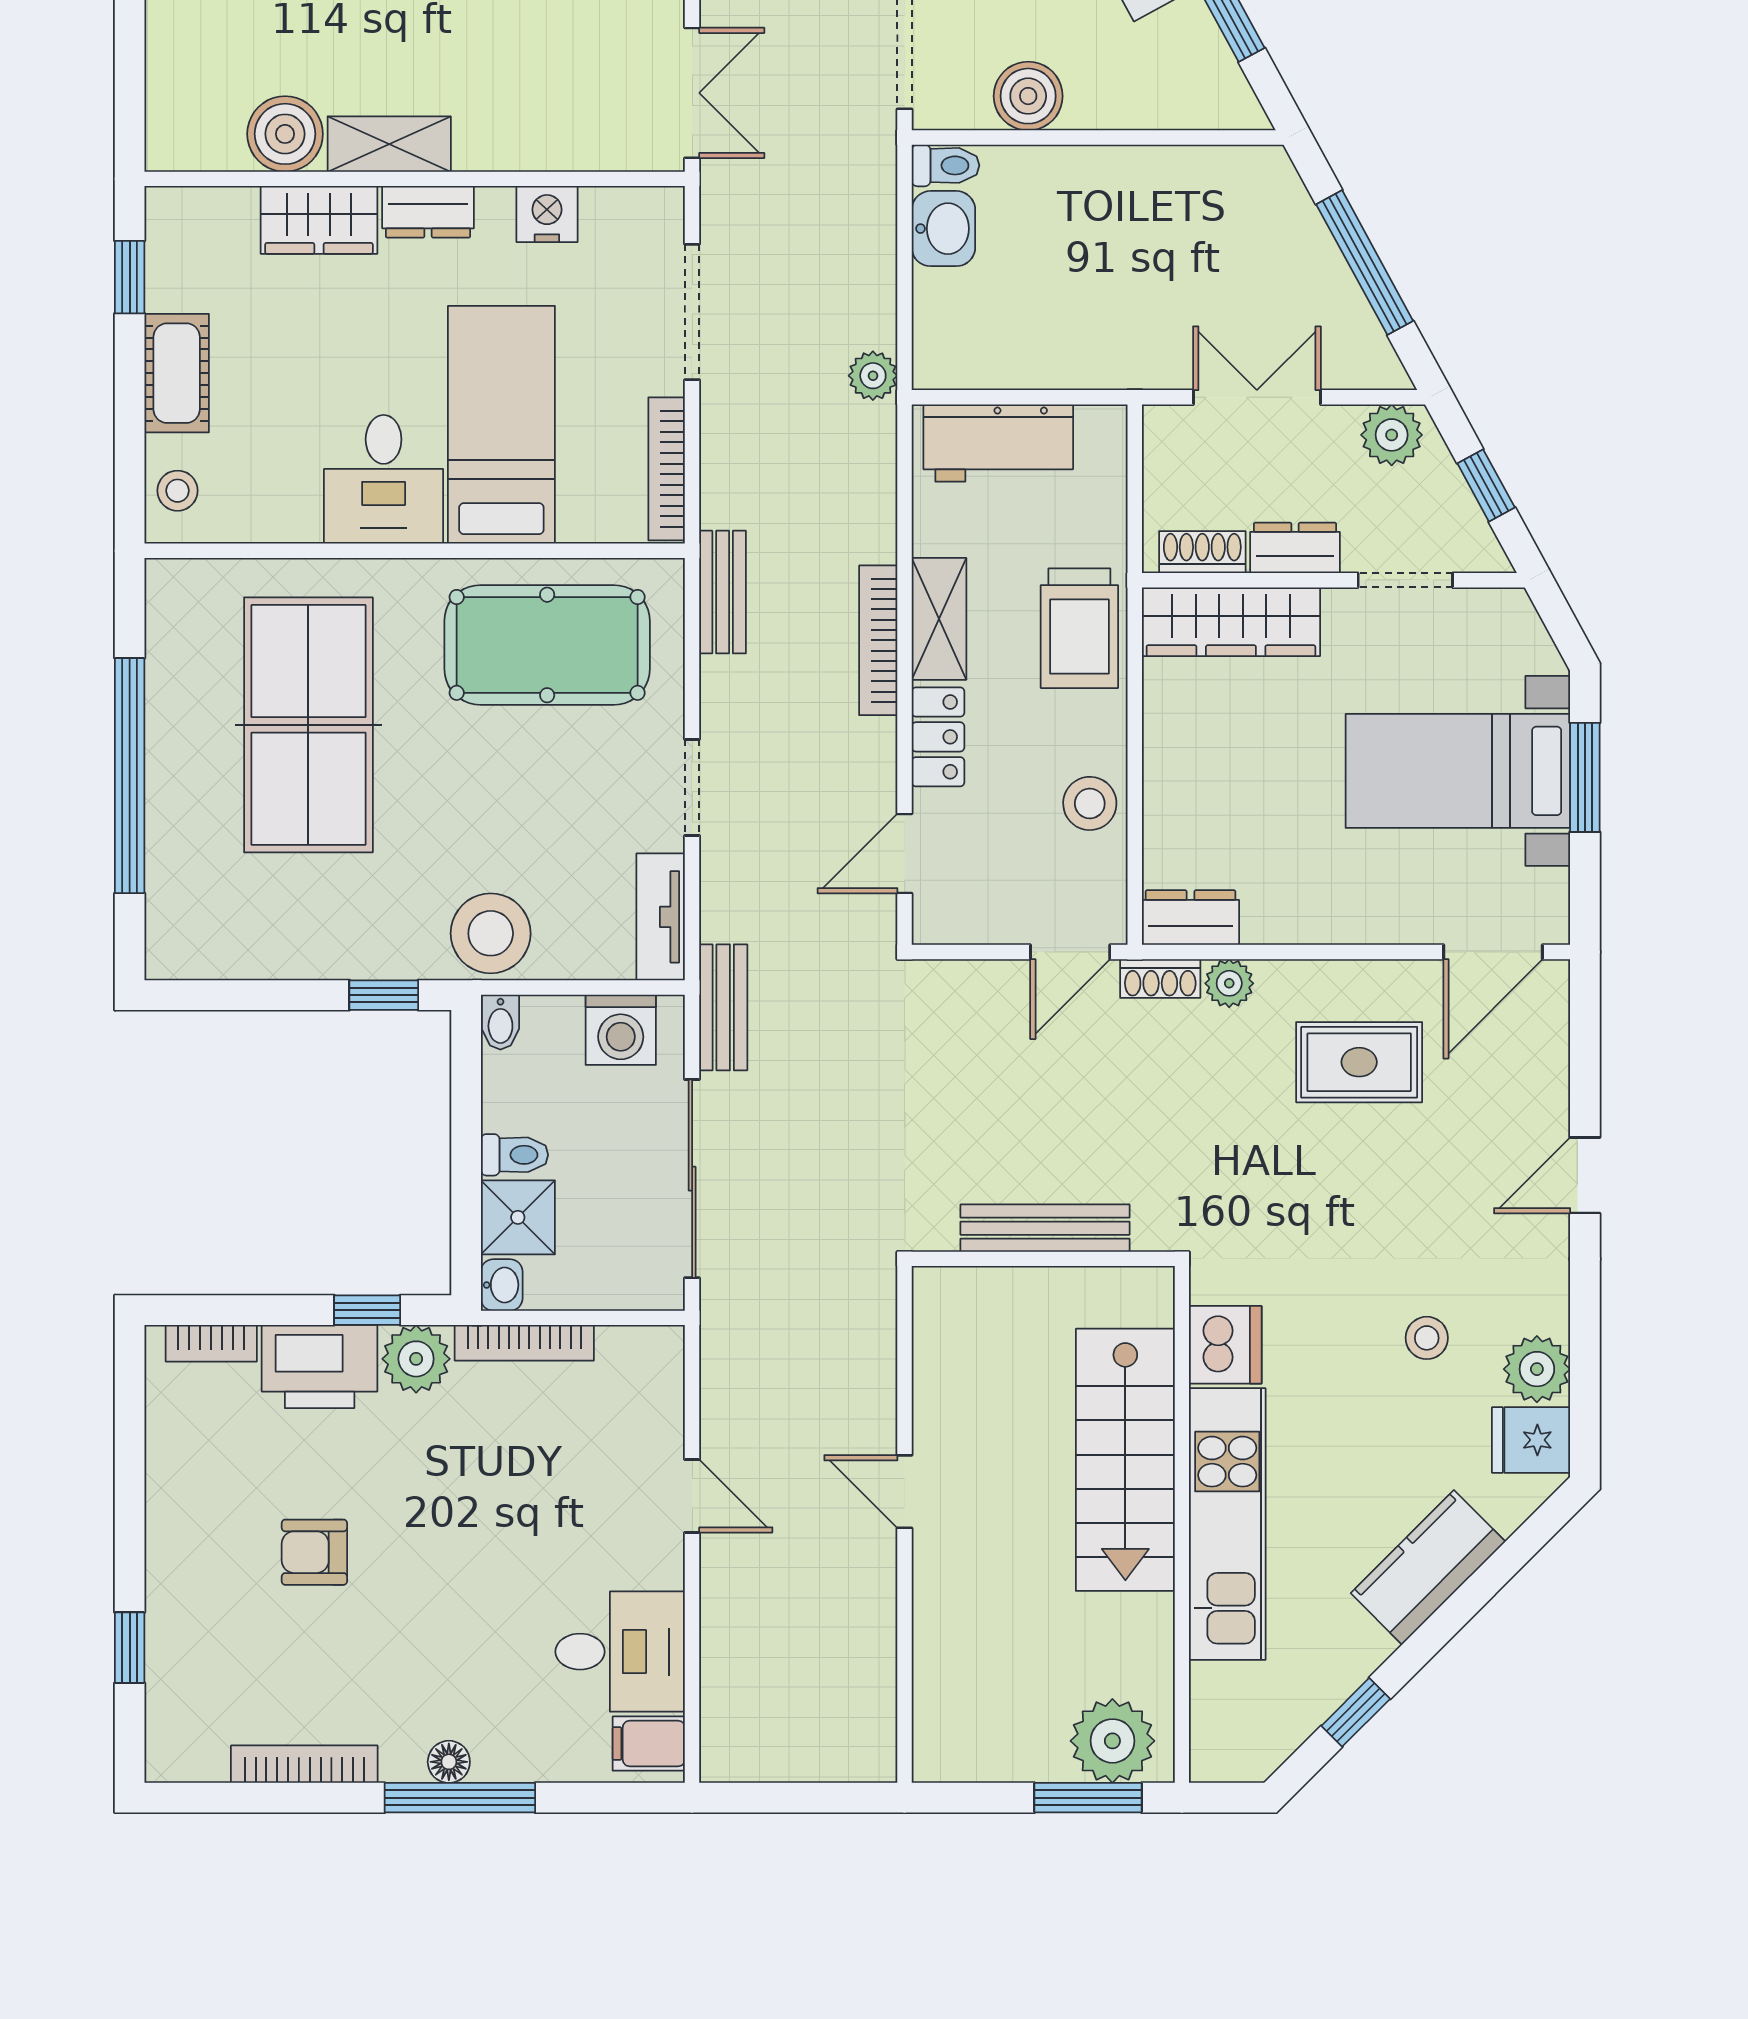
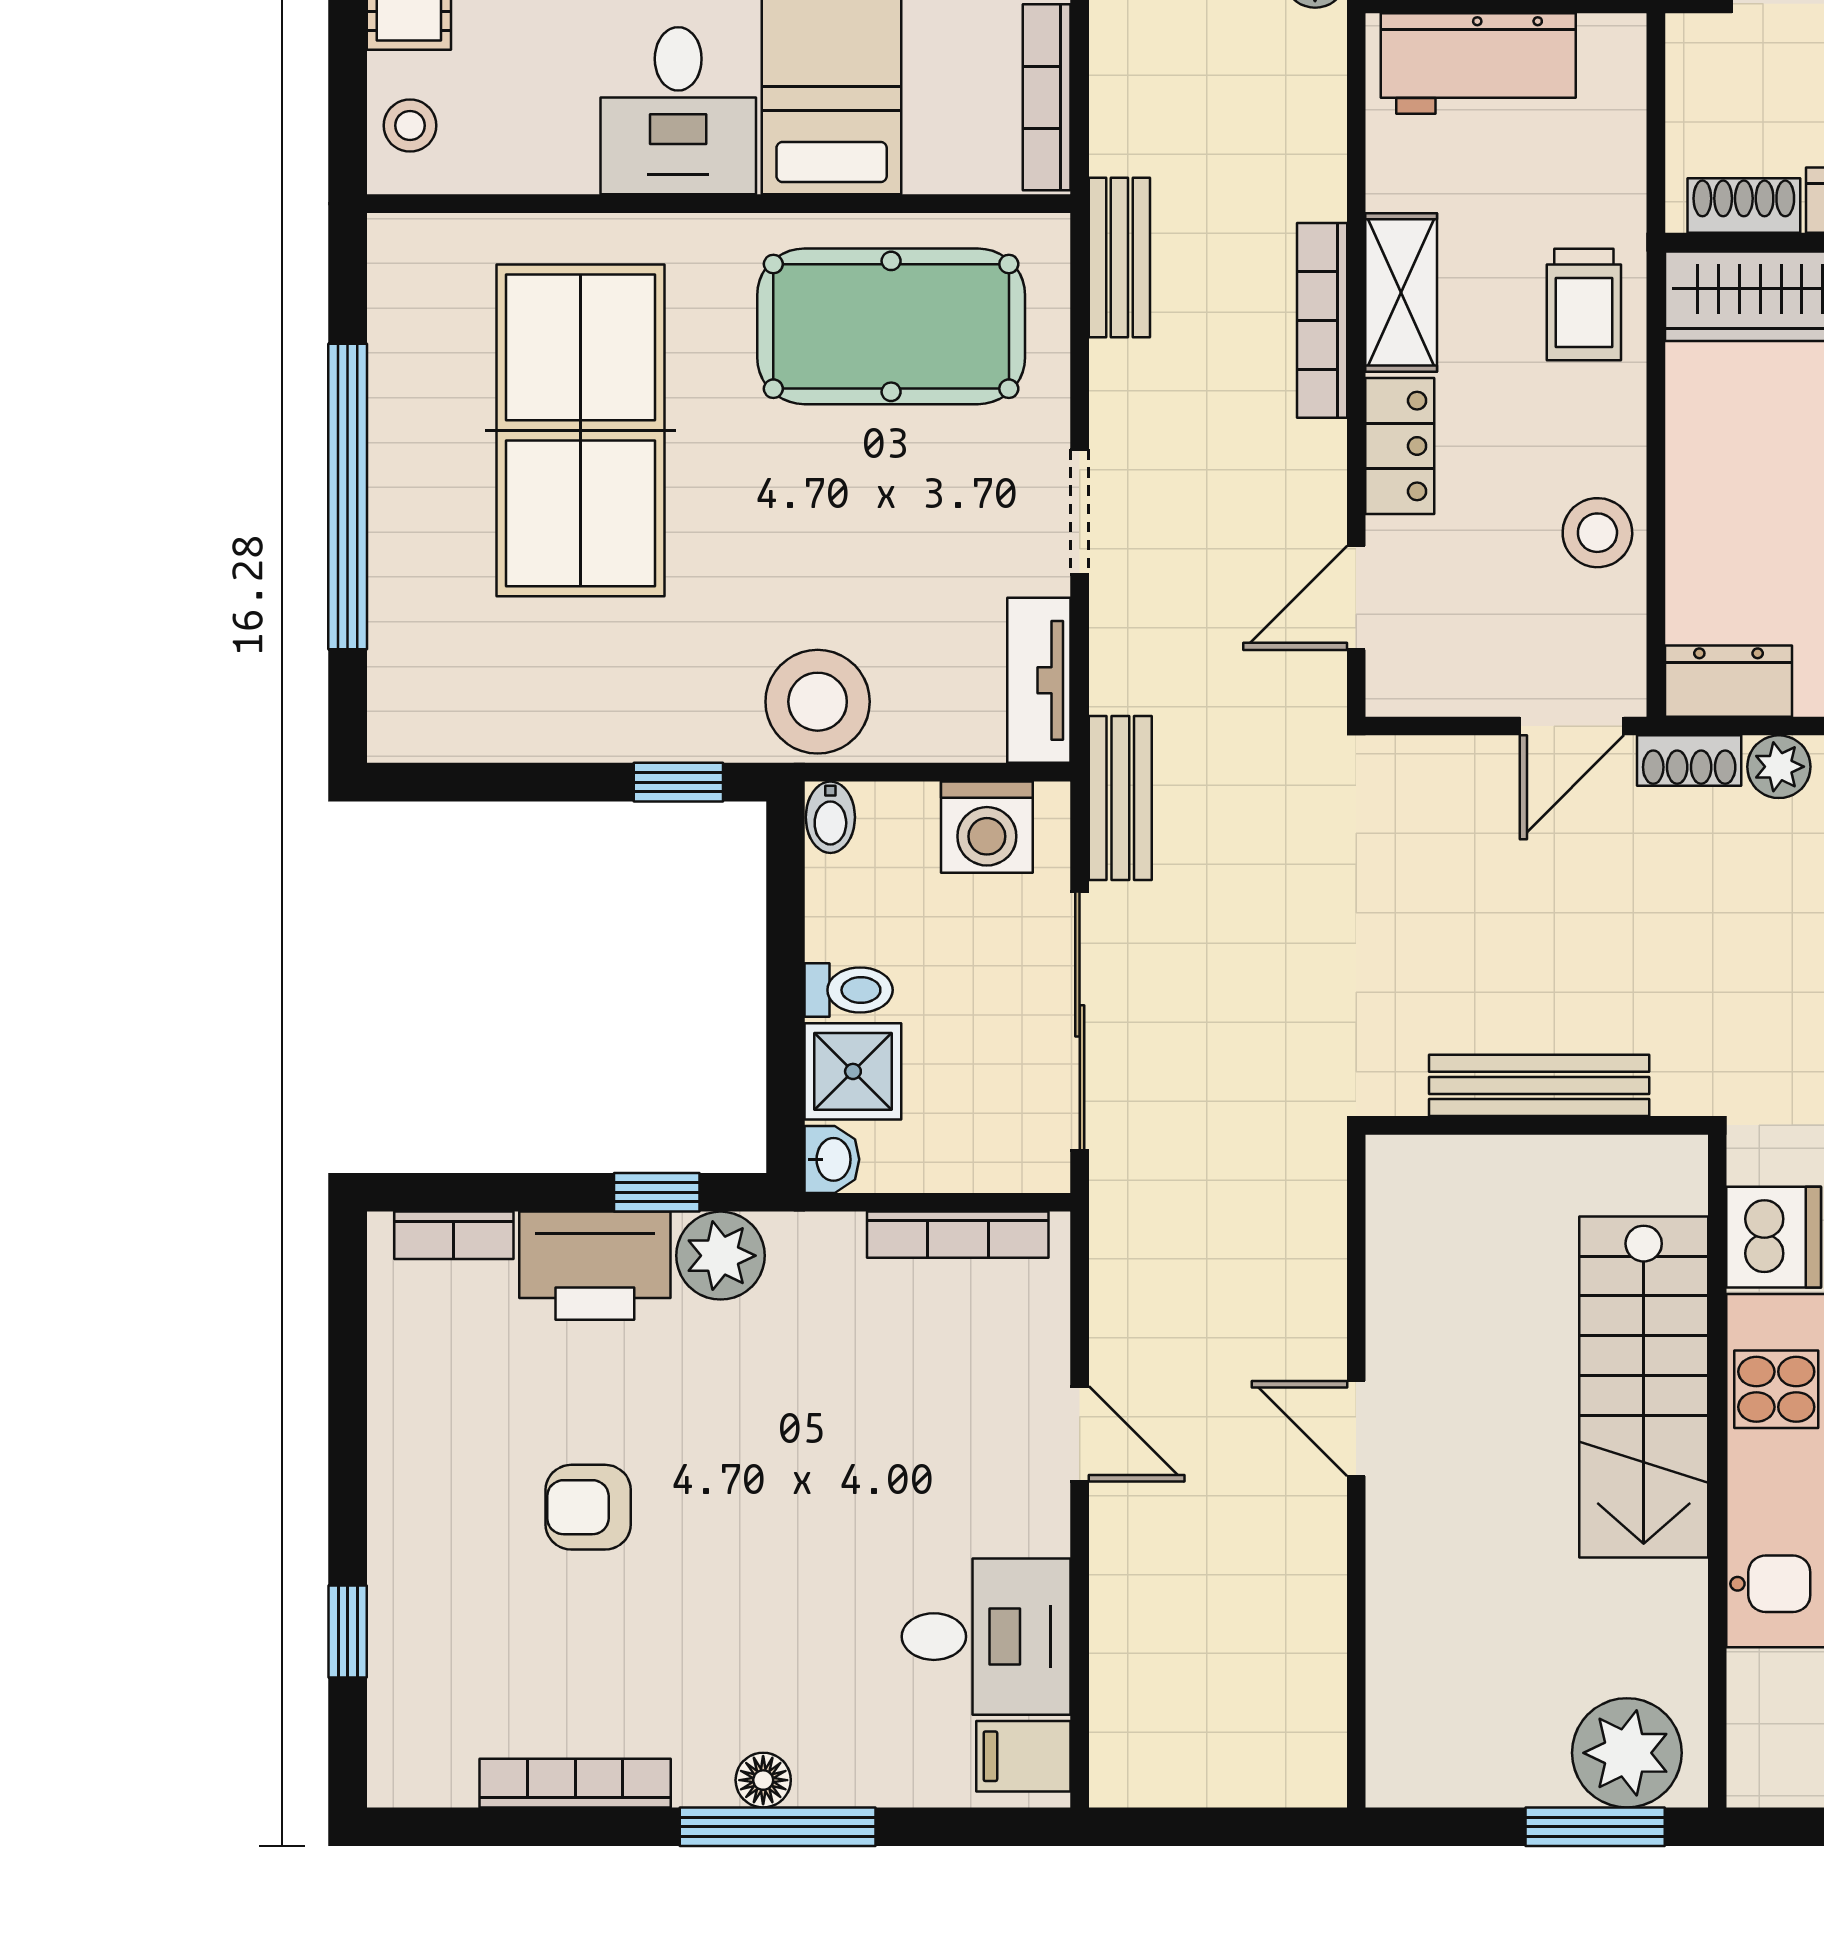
trolley: (1079, 628) -> (1584, 305), width x0.73, depth x0.72
bookcase: (524, 1343) -> (958, 1235), moved

